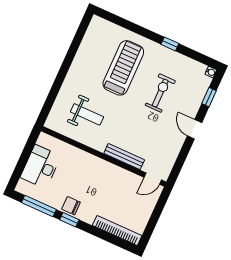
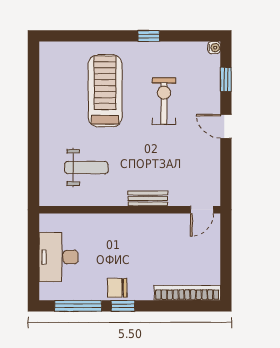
bench: (124, 157) -> (148, 199), width x0.73

